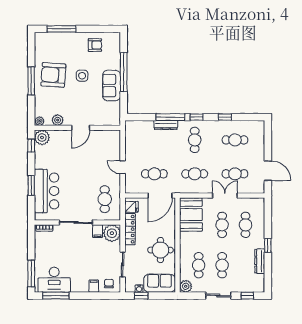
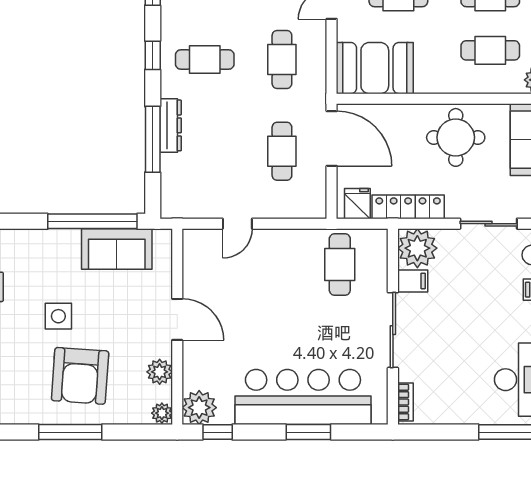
window: (124, 72) -> (92, 221), moved
armchair: (53, 75) -> (80, 376), moved
sofa: (112, 86) -> (117, 249), moved
window: (170, 117) -> (153, 139), moved
door: (123, 167) -> (237, 224), moved
bar counter: (47, 191) -> (303, 397), width x1.36
cafe table: (105, 199) -> (340, 264), turned 90

